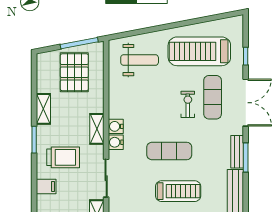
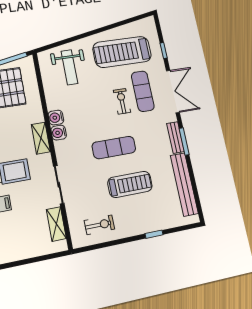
weight bench: (140, 60) -> (69, 67), turned 90
water cooler: (116, 142) -> (56, 118), moved

